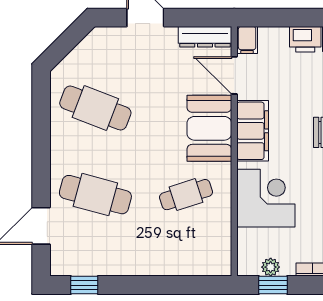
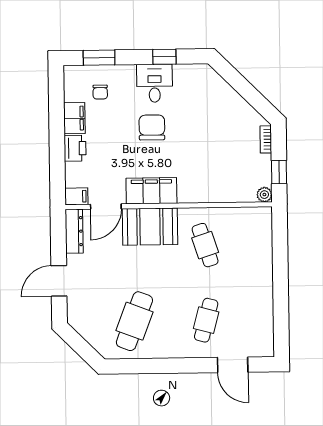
cafe table: (95, 195) -> (206, 320), width x0.73, depth x0.74
corner desk: (266, 198) -> (207, 179), removed
plant: (271, 267) -> (264, 195), moved
window: (84, 285) -> (281, 328), removed

